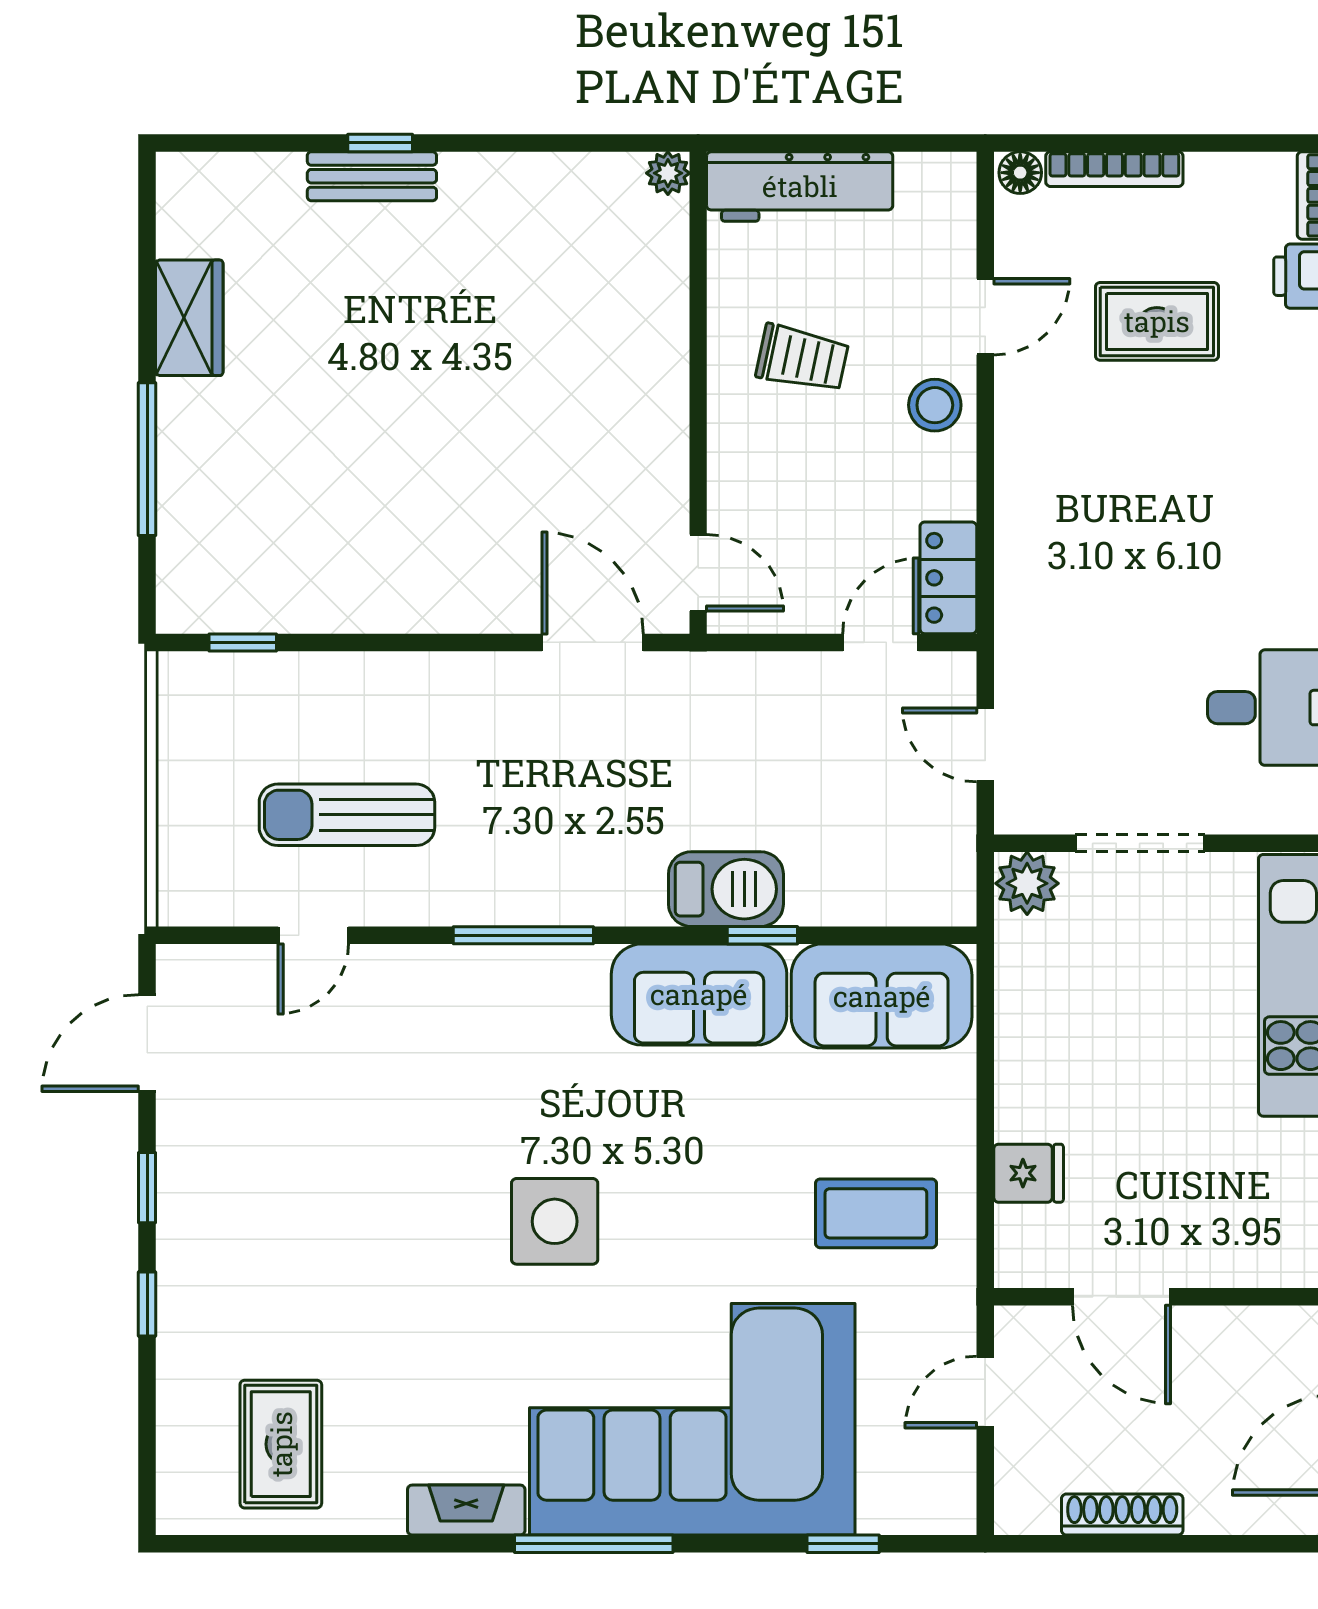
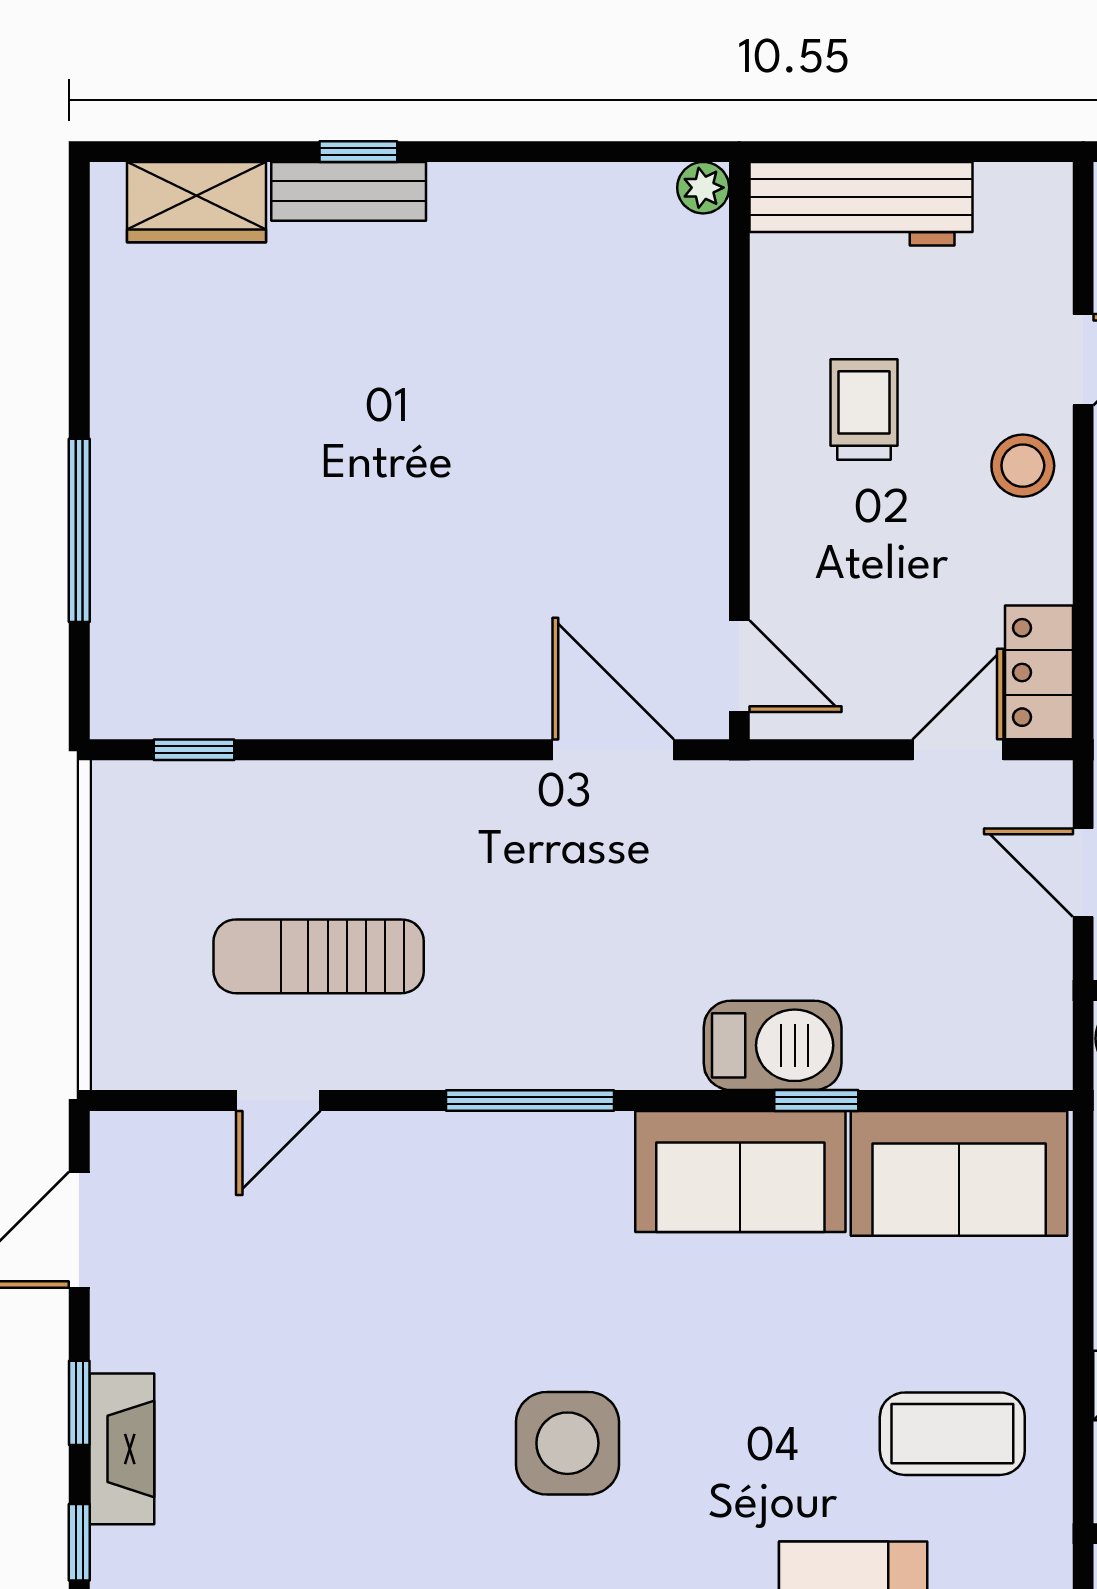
wardrobe: (189, 318) -> (196, 202), moved, turned 90
trolley: (802, 358) -> (864, 410), turned -102
fireplace: (183, 1226) -> (122, 1449), added

